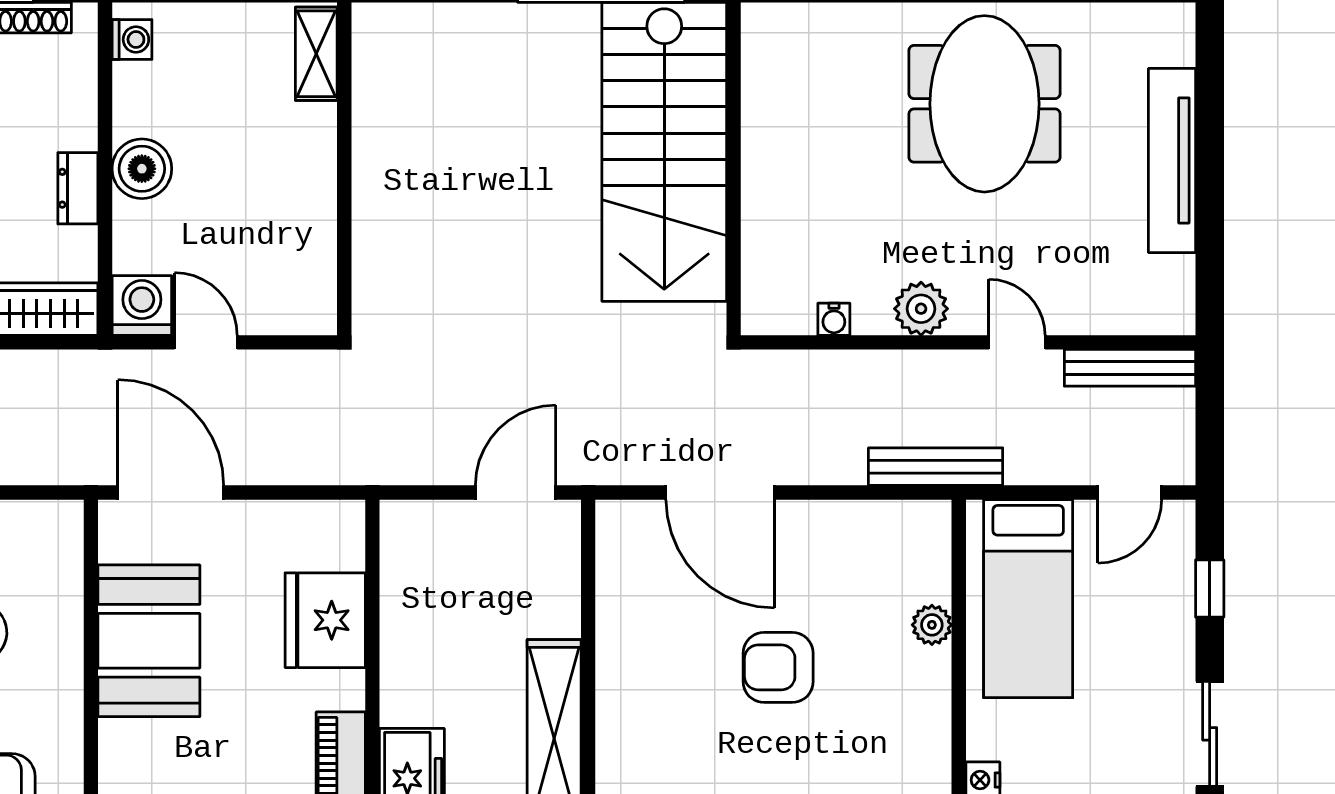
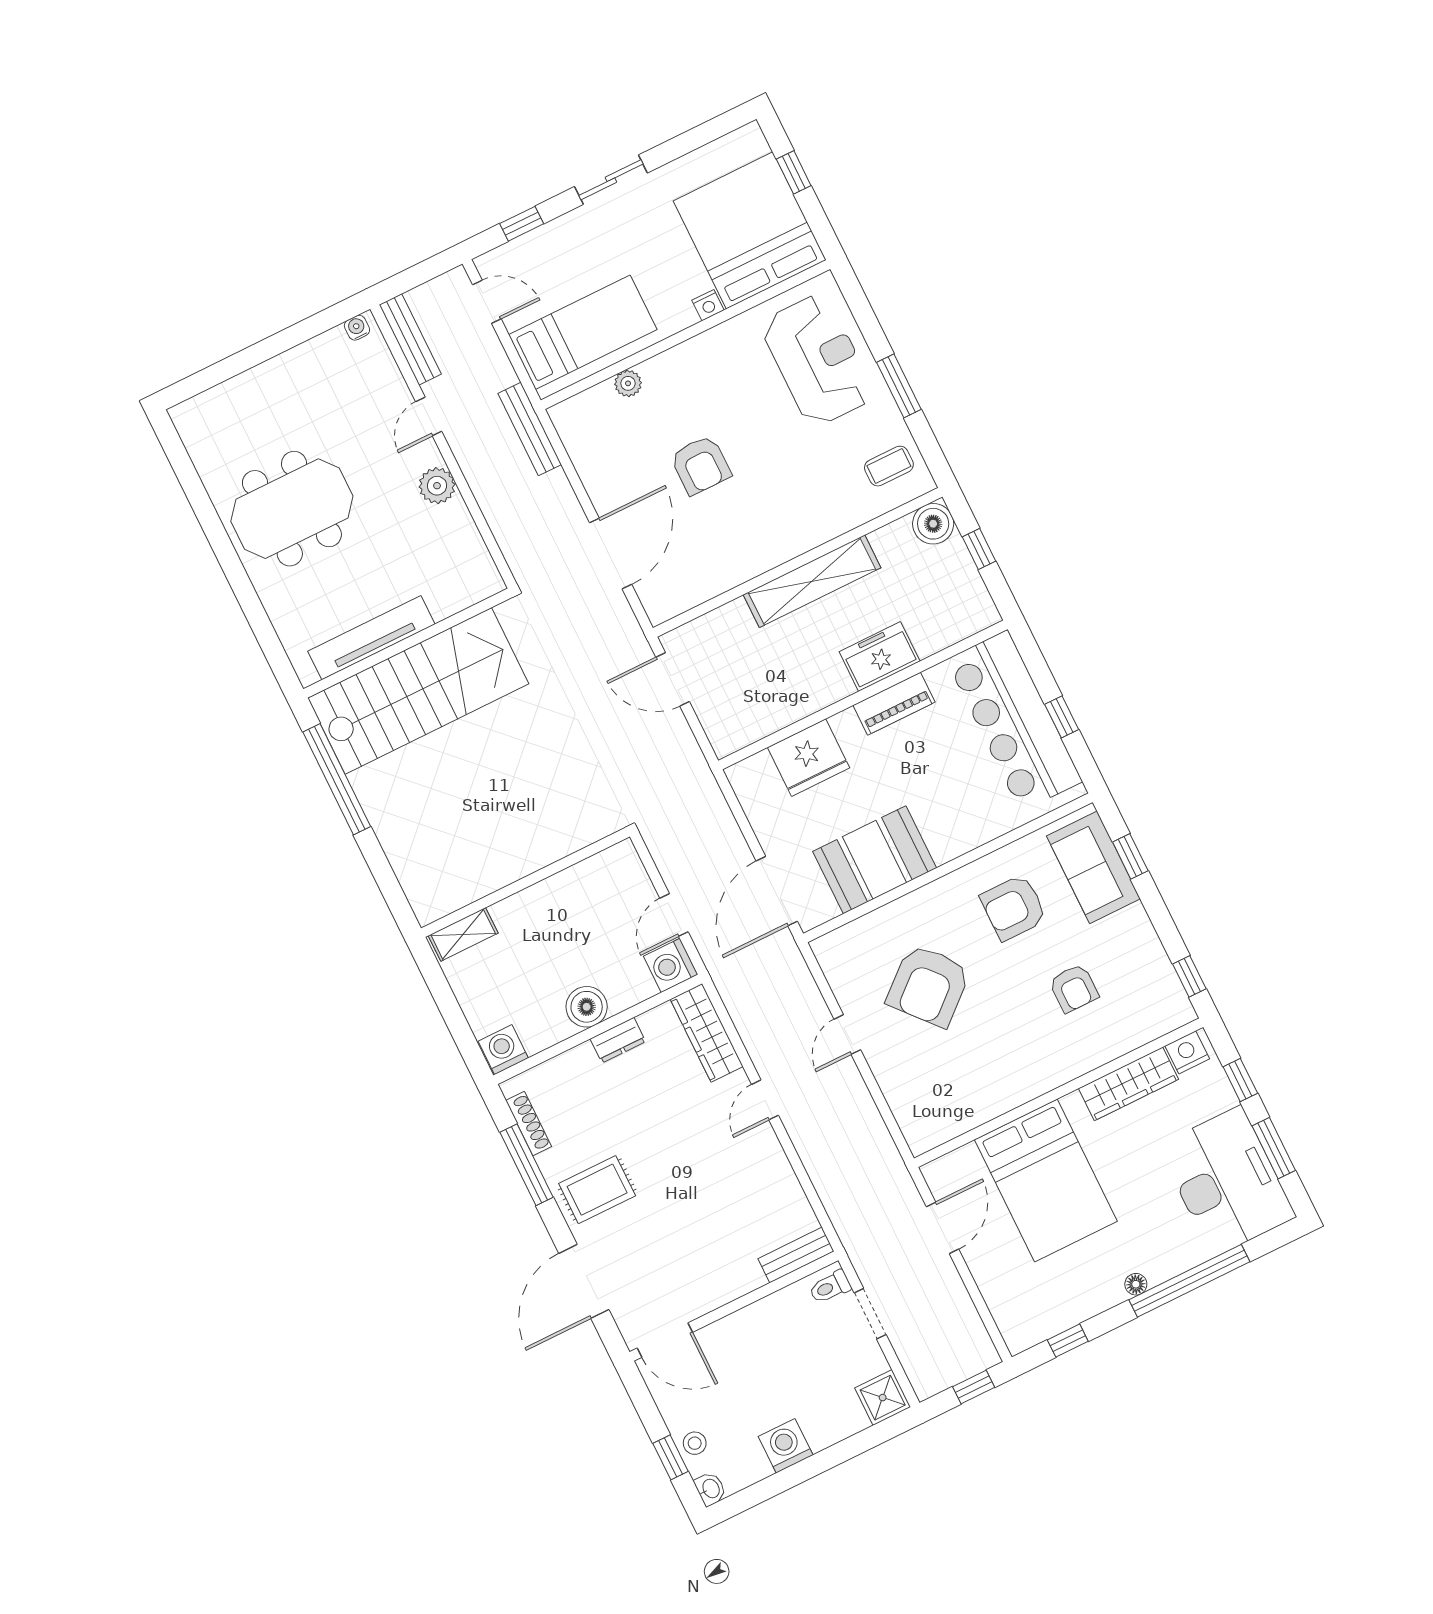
washing machine: (132, 39) -> (503, 1050), width x1.38, depth x1.38
tv unit: (1172, 160) -> (371, 638), moved, turned 180
water cooler: (834, 319) -> (357, 328), moved, turned -90

